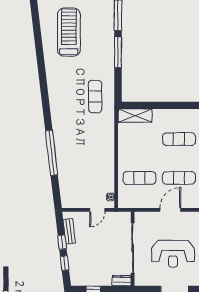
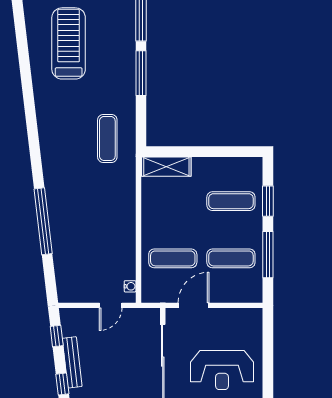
door: (170, 210) -> (194, 305), moved
bench: (69, 231) -> (72, 362), moved, width x1.36
window: (62, 242) -> (57, 336), moved

